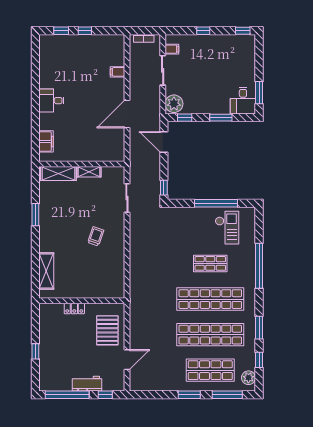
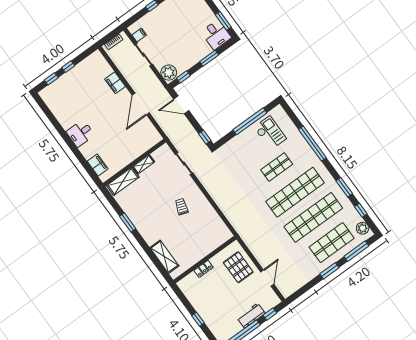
filing cabinet: (118, 72) -> (115, 83), width x2.00

